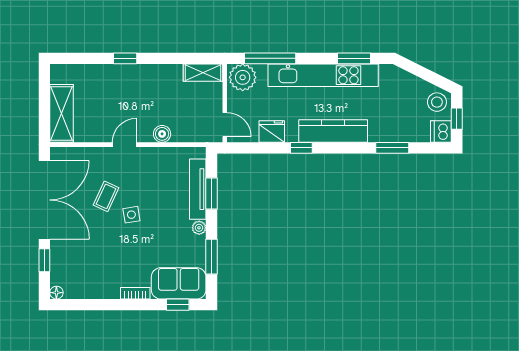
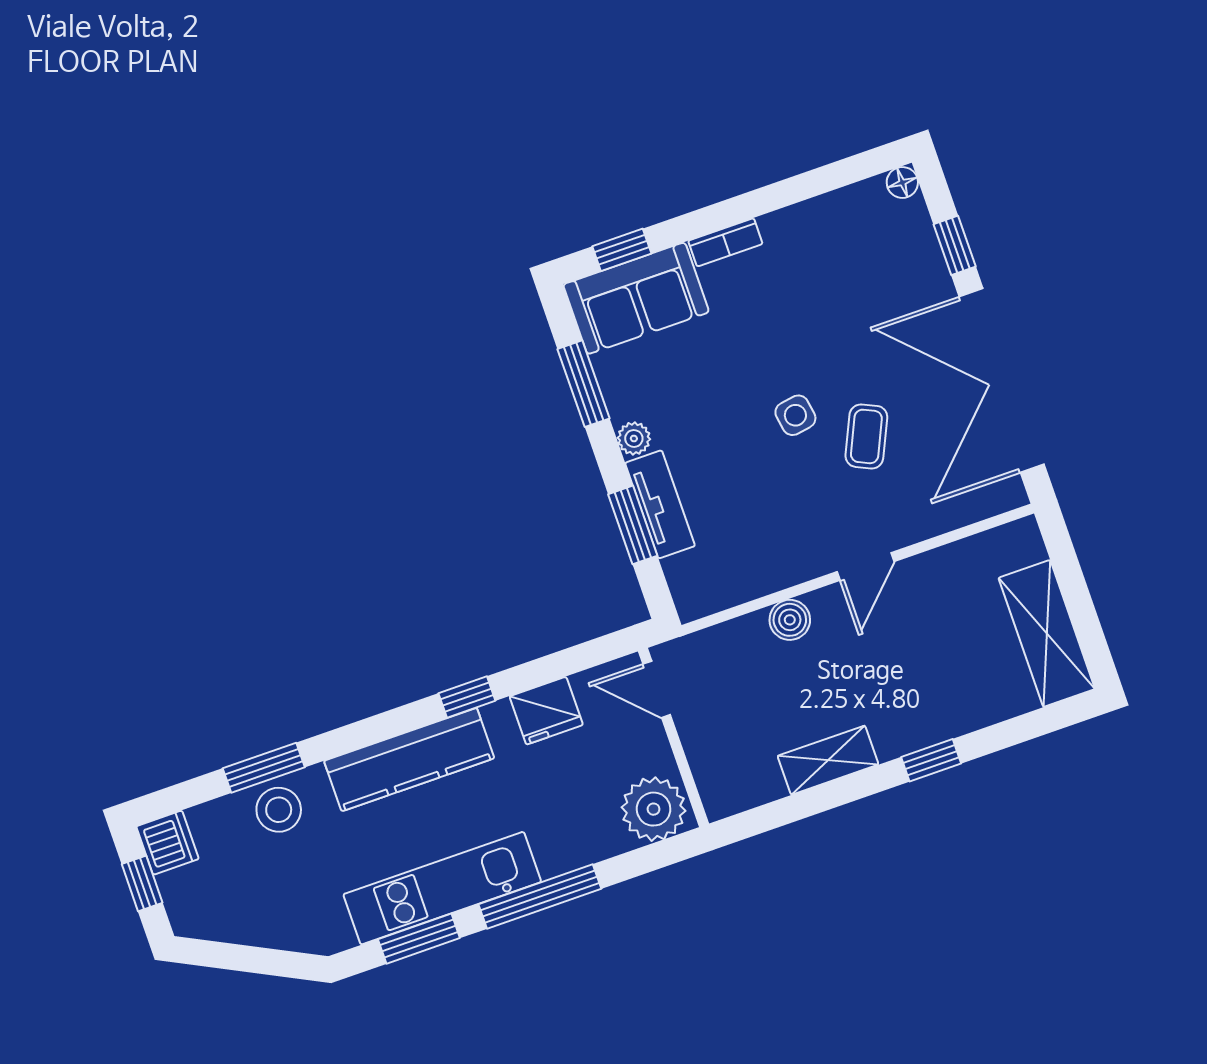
window: (270, 58) -> (540, 897), moved
shelving: (203, 73) -> (828, 760), moved
kitchen unit: (323, 75) -> (442, 888), width x0.73
stool: (437, 102) -> (279, 810), moved
shelving: (62, 113) -> (1047, 633), moved
tv unit: (198, 189) -> (660, 504), width x0.71

